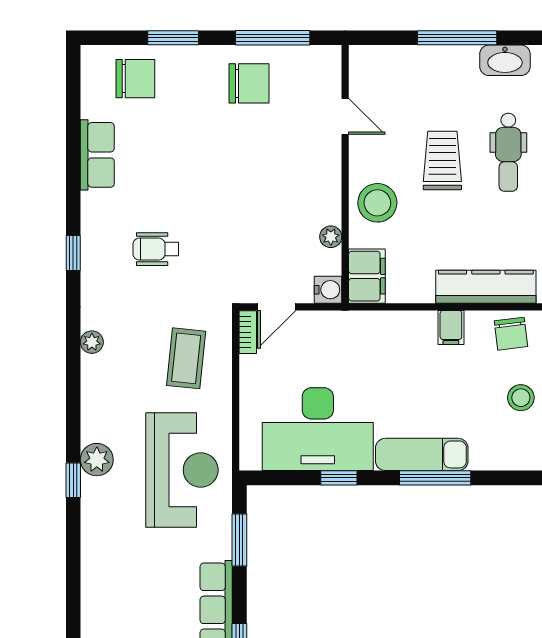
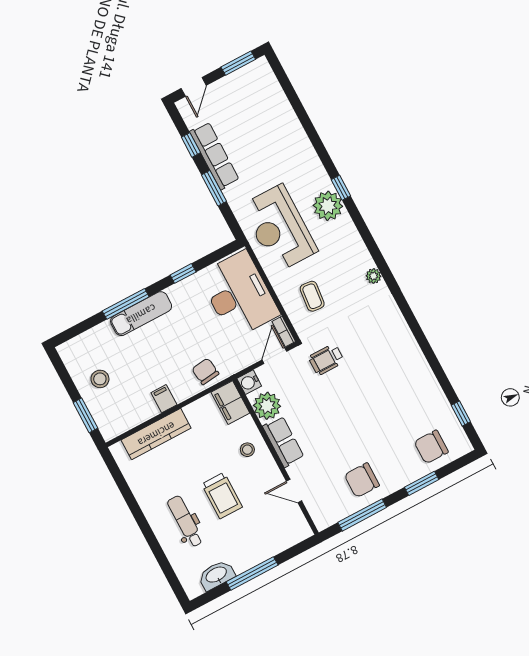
row of seats: (97, 155) -> (283, 442), moved, turned 180
stool: (377, 203) -> (247, 450), width x0.53, depth x0.53
plant: (331, 237) -> (267, 406), width x1.88, depth x1.88
wheelchair: (156, 249) -> (326, 359), moved, turned 180
window: (73, 253) -> (461, 414), moved
chair: (511, 334) -> (205, 371), moved
coffee table: (186, 358) -> (312, 296), width x0.73, depth x0.77
desk: (318, 429) -> (239, 295), moved, turned 90
plant: (97, 460) -> (328, 206), width x1.36, depth x1.36
window: (239, 540) -> (214, 188), moved

